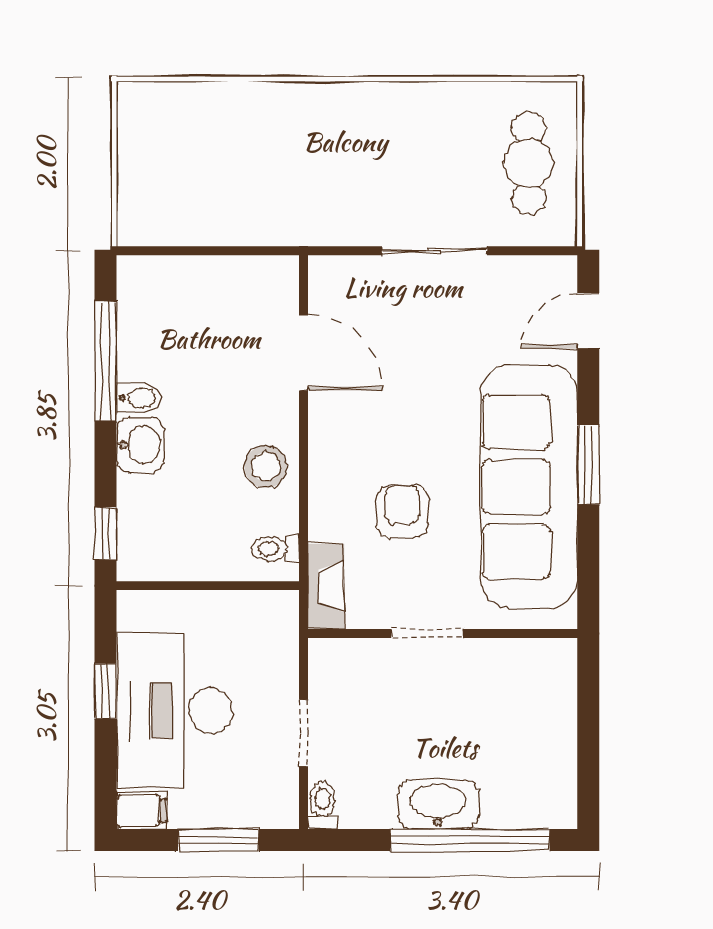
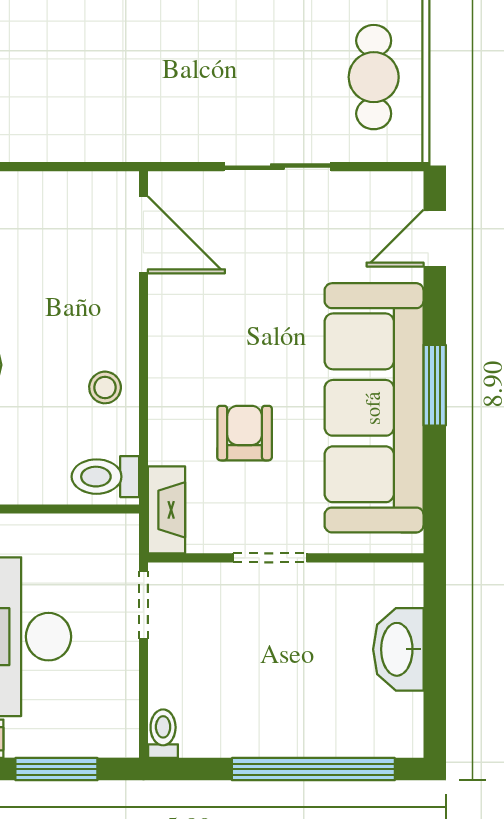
door: (303, 353) -> (143, 235), moved
stool: (266, 467) -> (105, 387), width x0.73, depth x0.73
toilet: (275, 549) -> (105, 477), width x1.37, depth x1.39
doorway: (303, 733) -> (143, 605), moved
washbasin: (438, 804) -> (398, 649), moved, turned -90

